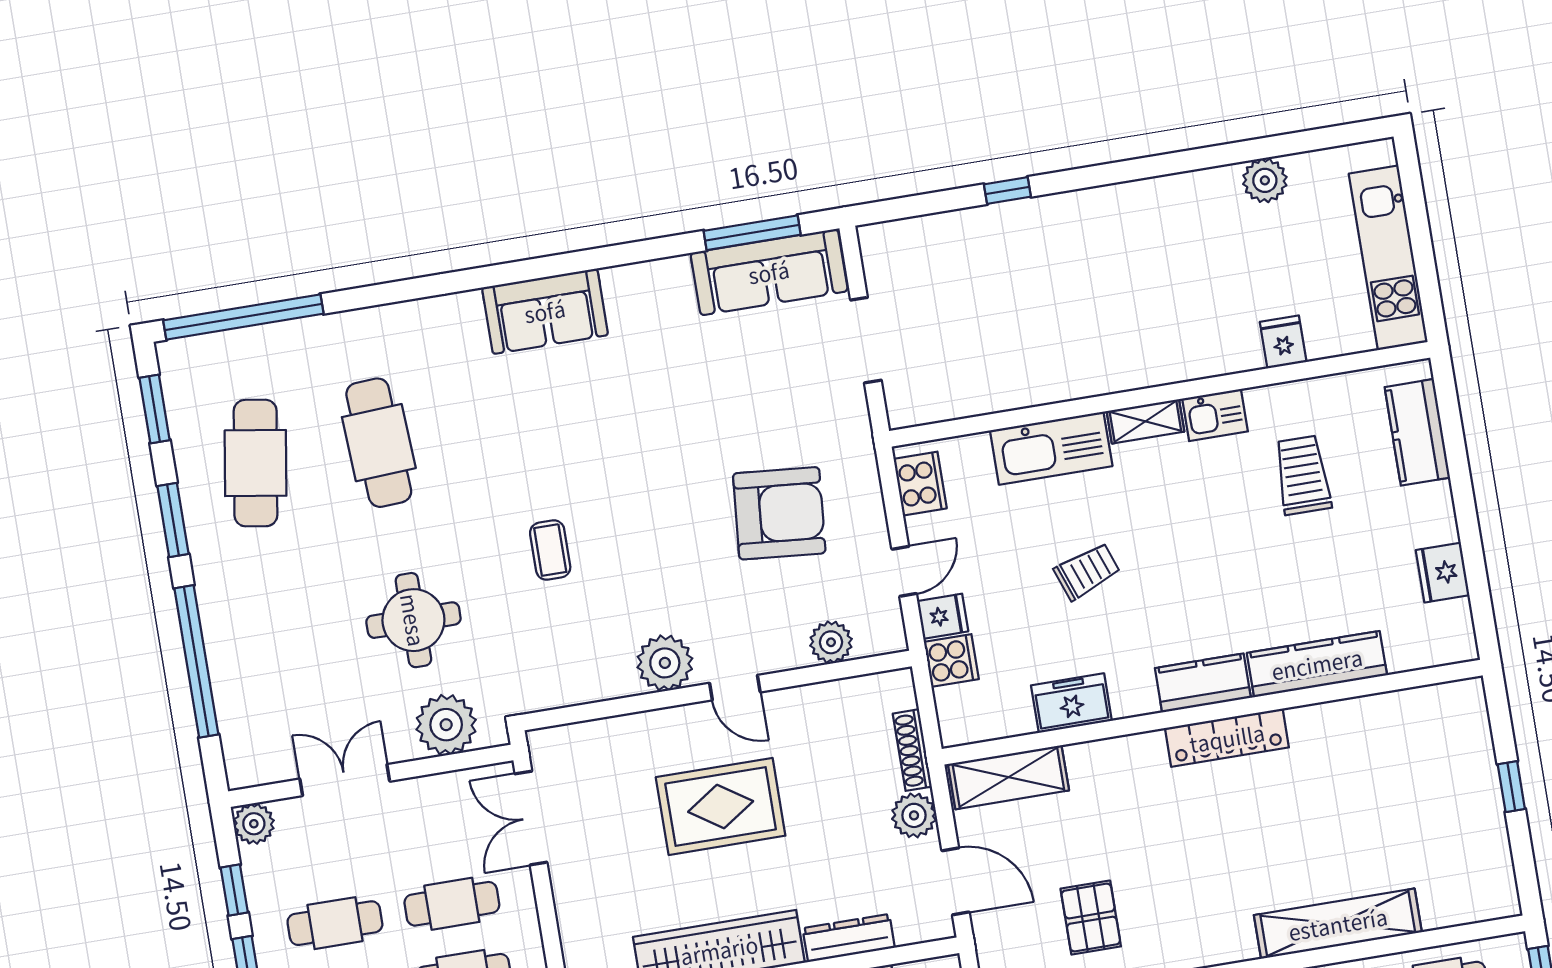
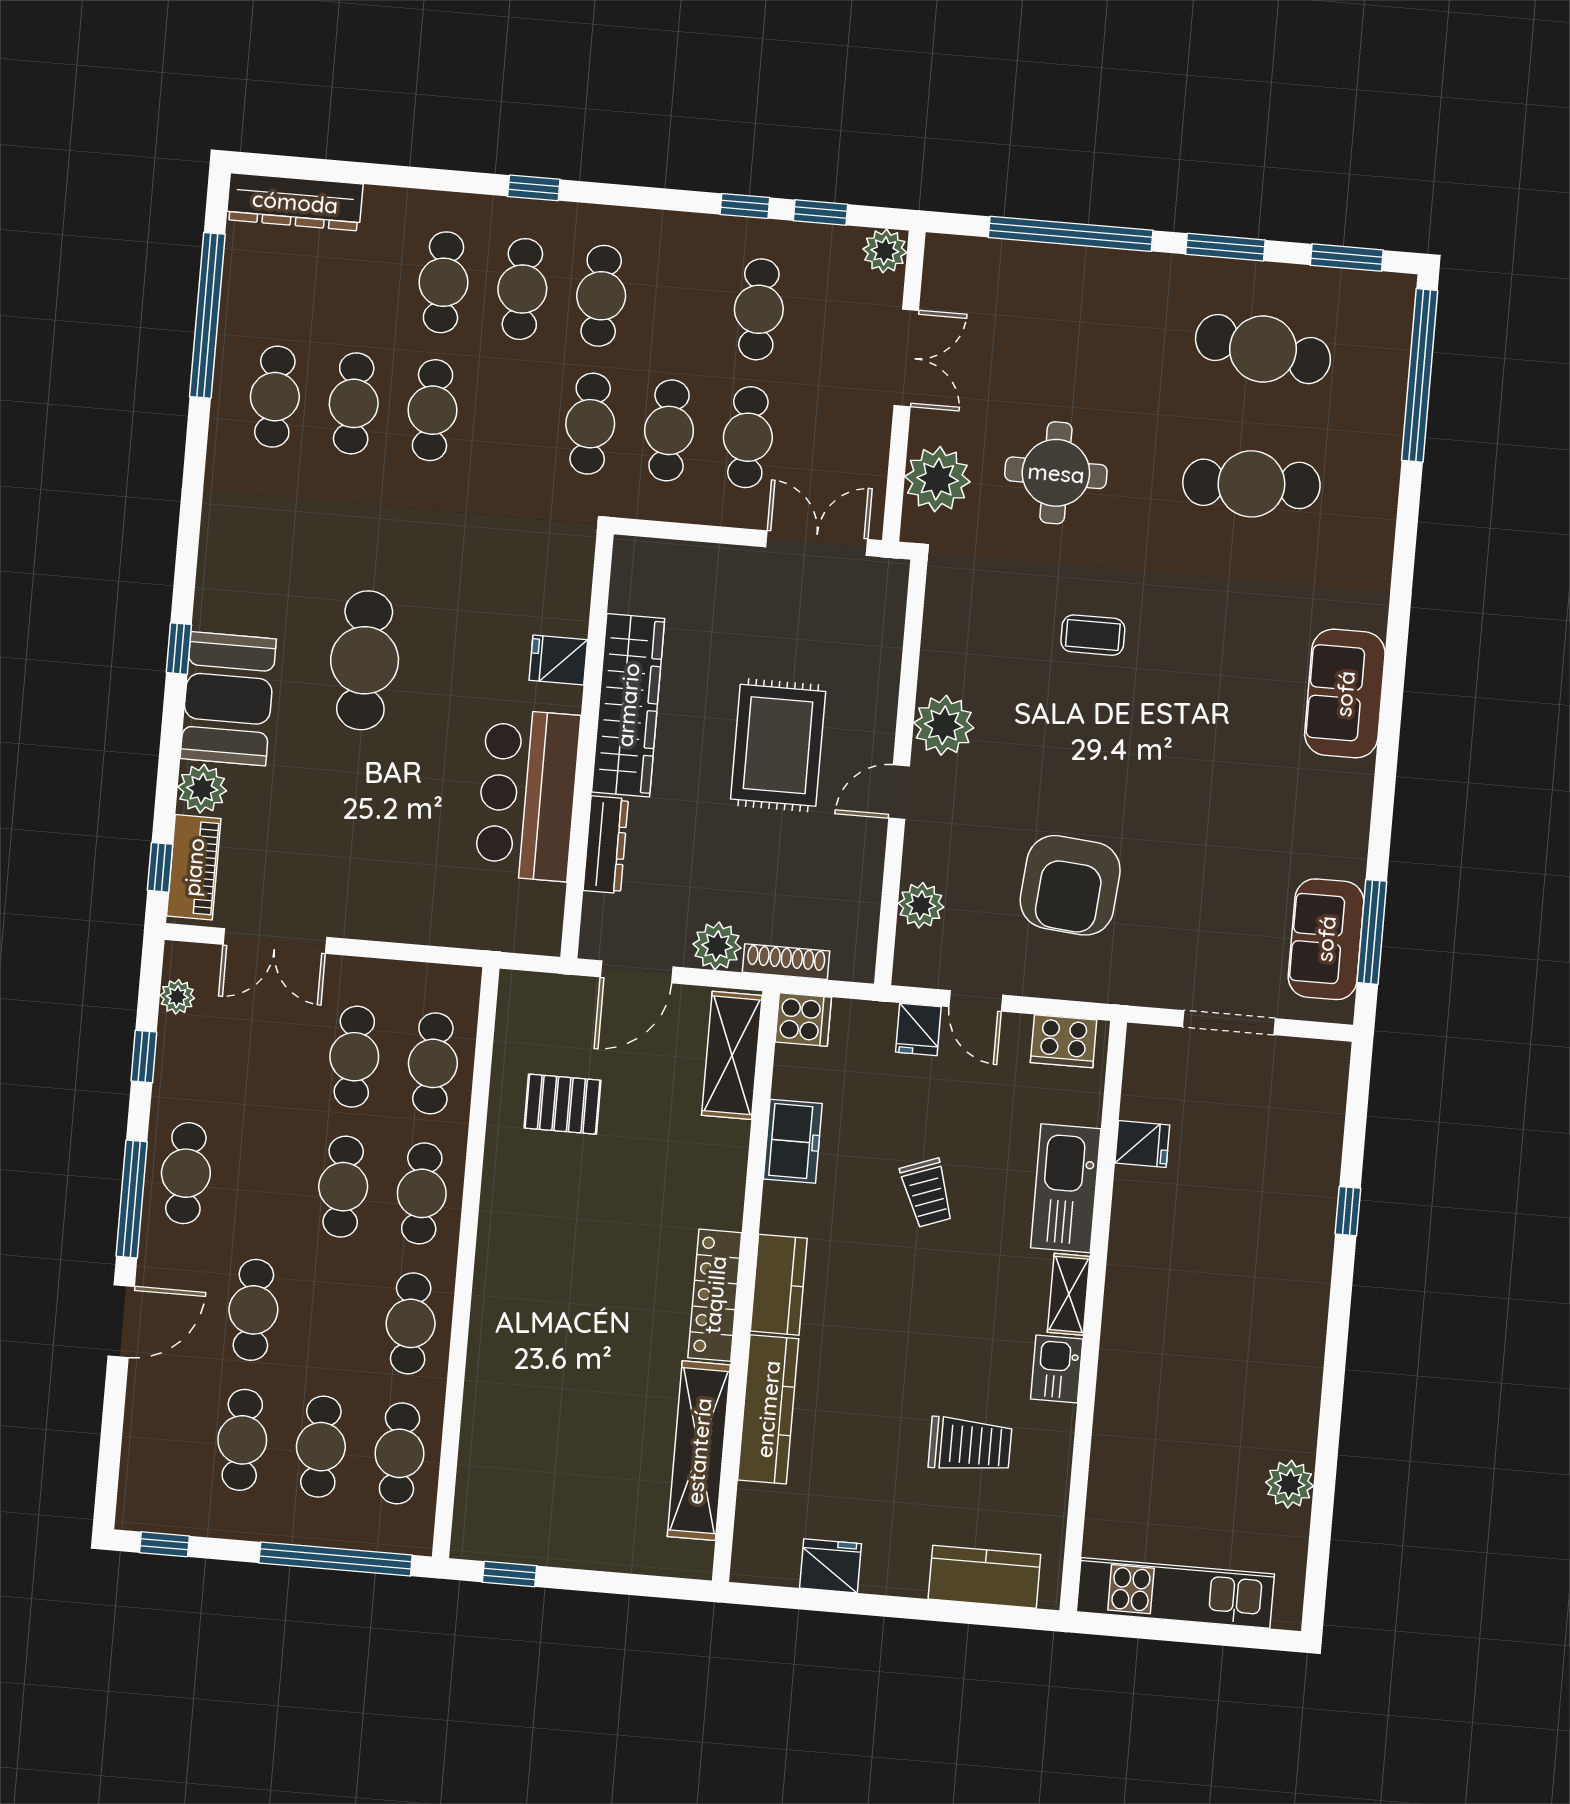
sofa: (769, 272) -> (1326, 939), width x0.73
fridge: (1283, 342) -> (1142, 1144), moved
cooker: (951, 660) -> (803, 1020), moved, turned -90
window: (1511, 787) -> (509, 1574), moved
shelving: (1338, 924) -> (699, 1451), moved

